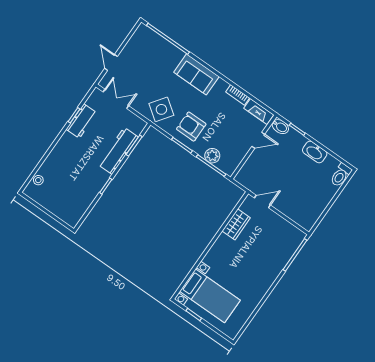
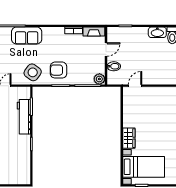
sofa: (196, 74) -> (27, 36), moved
bidet: (280, 127) -> (114, 66), moved
washbasin: (315, 152) -> (157, 32), moved
plant: (212, 156) -> (99, 79), moved
wardrobe: (236, 224) -> (129, 138), moved

